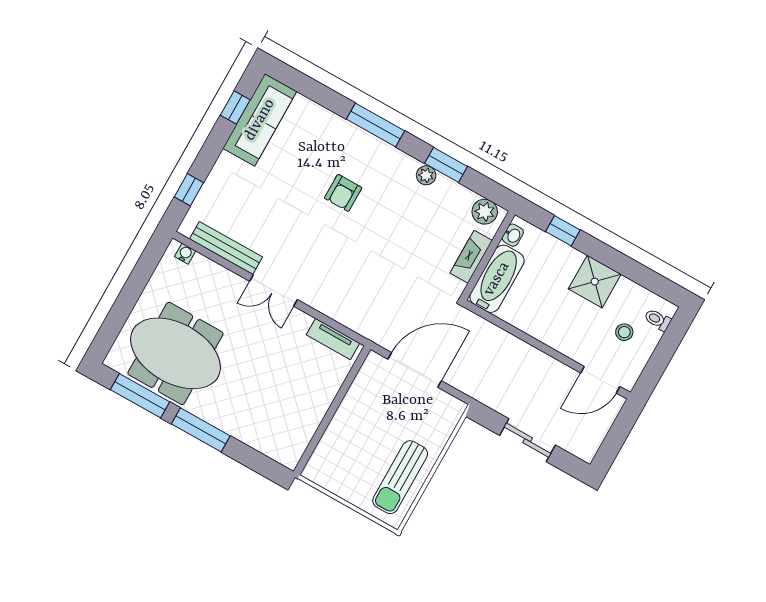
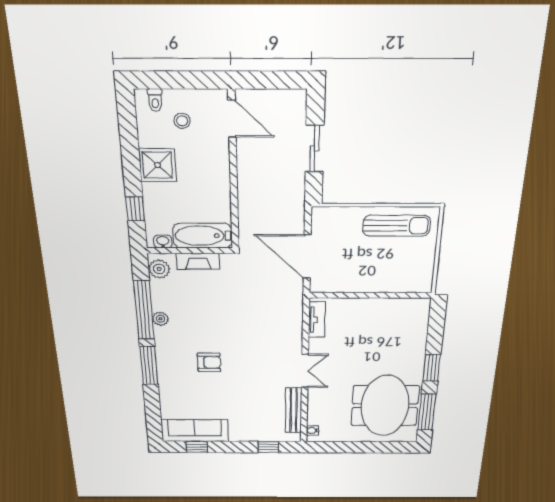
window: (446, 165) -> (144, 310), width x2.11
window: (201, 430) -> (432, 368), width x0.69

